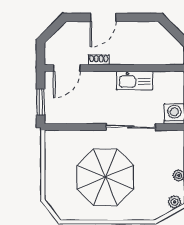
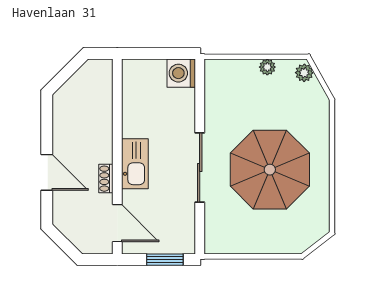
kitchen sink: (135, 81) -> (135, 164), moved
sliding door: (131, 127) -> (200, 167), moved

